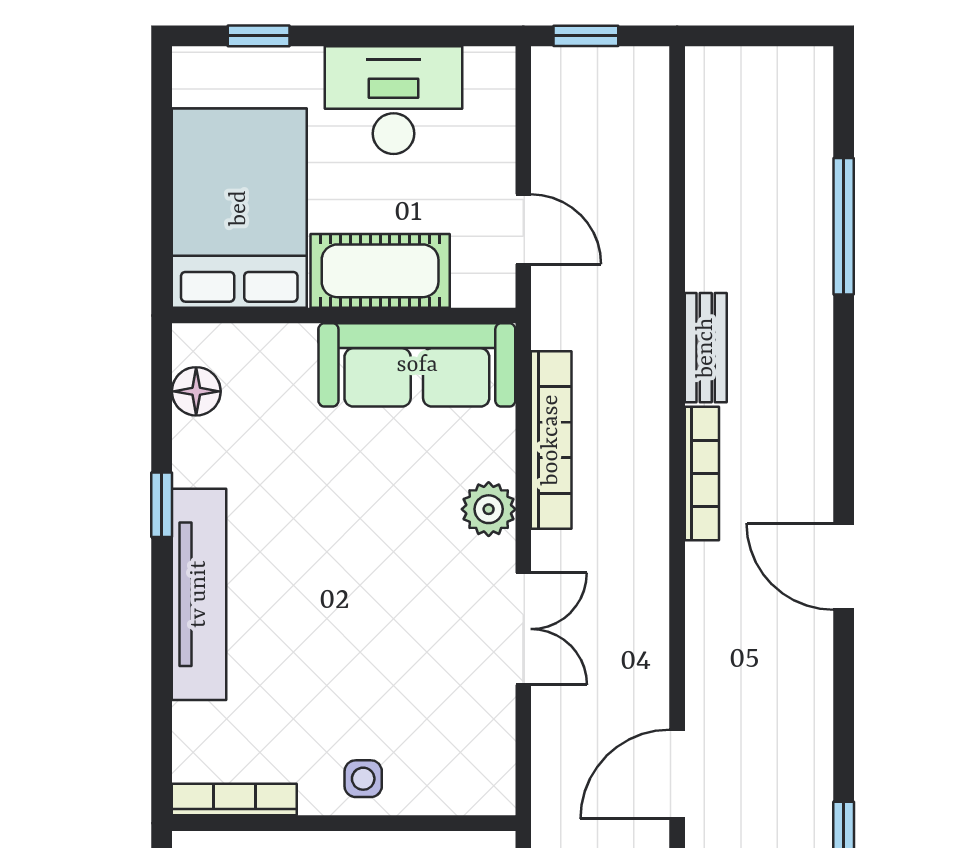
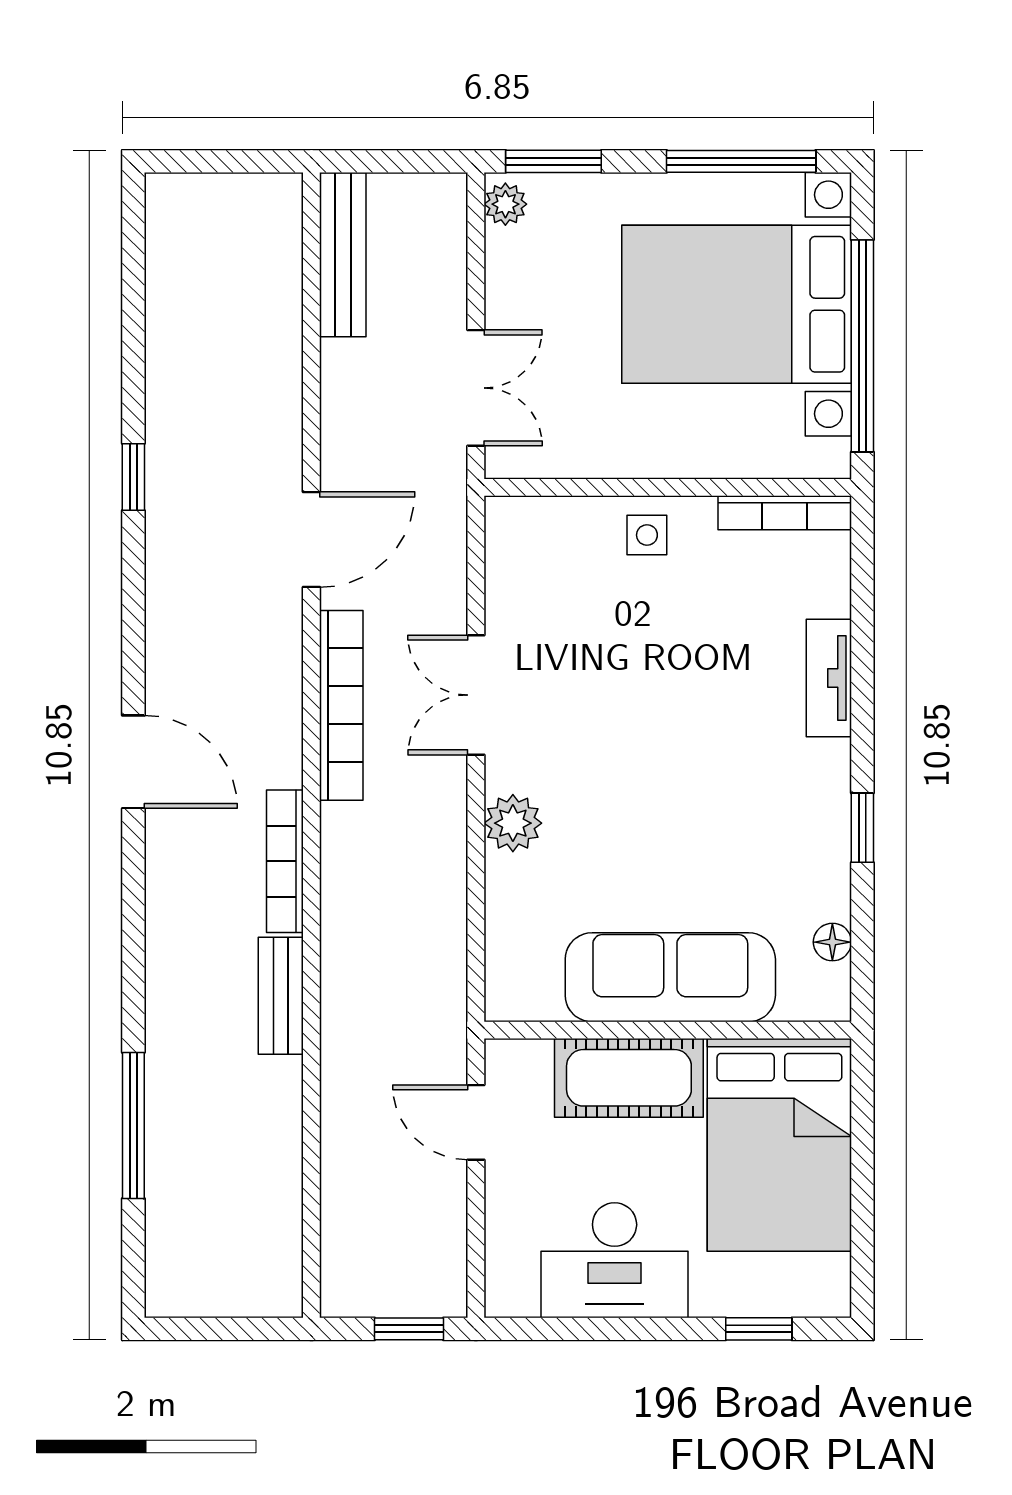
sofa: (417, 365) -> (670, 977), moved
floor lamp: (196, 391) -> (832, 942), width x0.73, depth x0.73
bookcase: (551, 440) -> (341, 705), moved, turned 180
tv unit: (199, 594) -> (829, 678), width x0.52, depth x0.78

